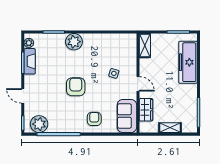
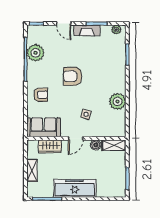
plant: (74, 42) -> (118, 101), moved
fireplace: (30, 61) -> (87, 30), moved
freezer: (188, 62) -> (75, 188), moved
boiler: (145, 64) -> (96, 145), added
armchair: (76, 87) -> (73, 76), turned 180
door: (23, 96) -> (64, 24), swing flipped
plant: (39, 124) -> (35, 53), moved

